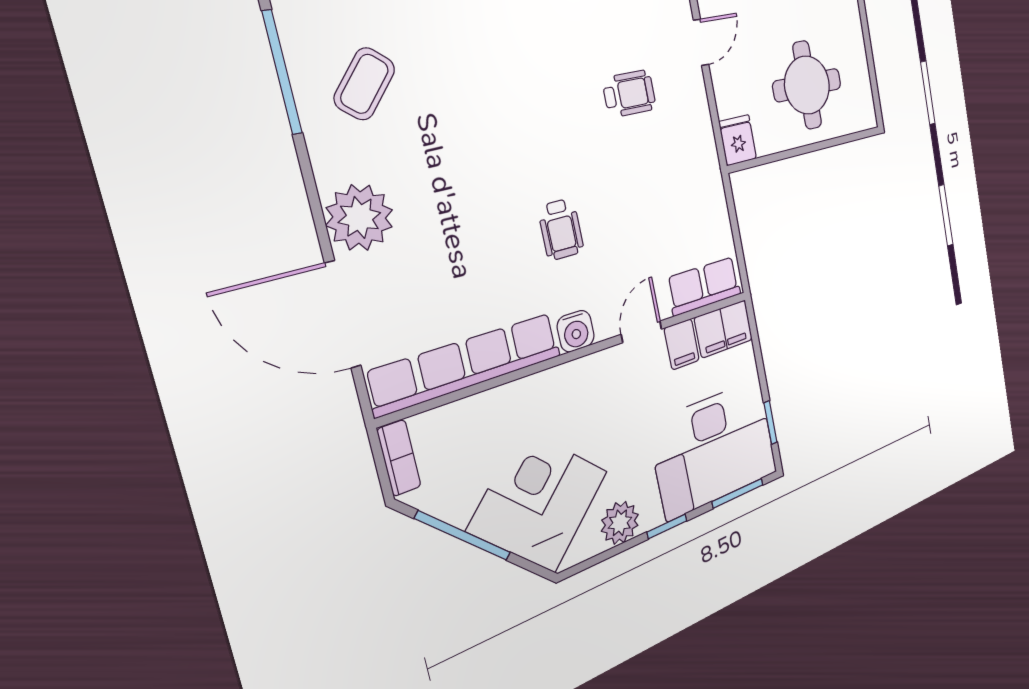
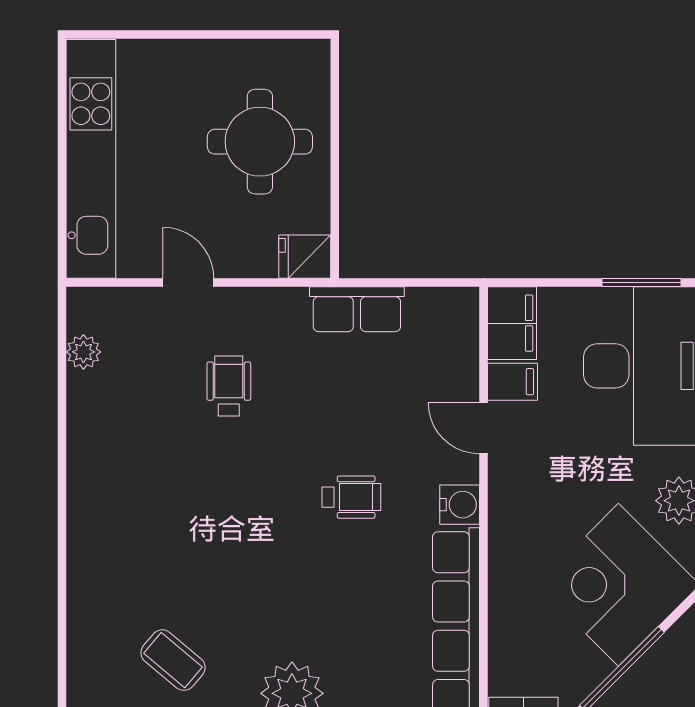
row of seats: (704, 286) -> (357, 309), moved, turned -90
window: (770, 423) -> (642, 282), width x1.50

